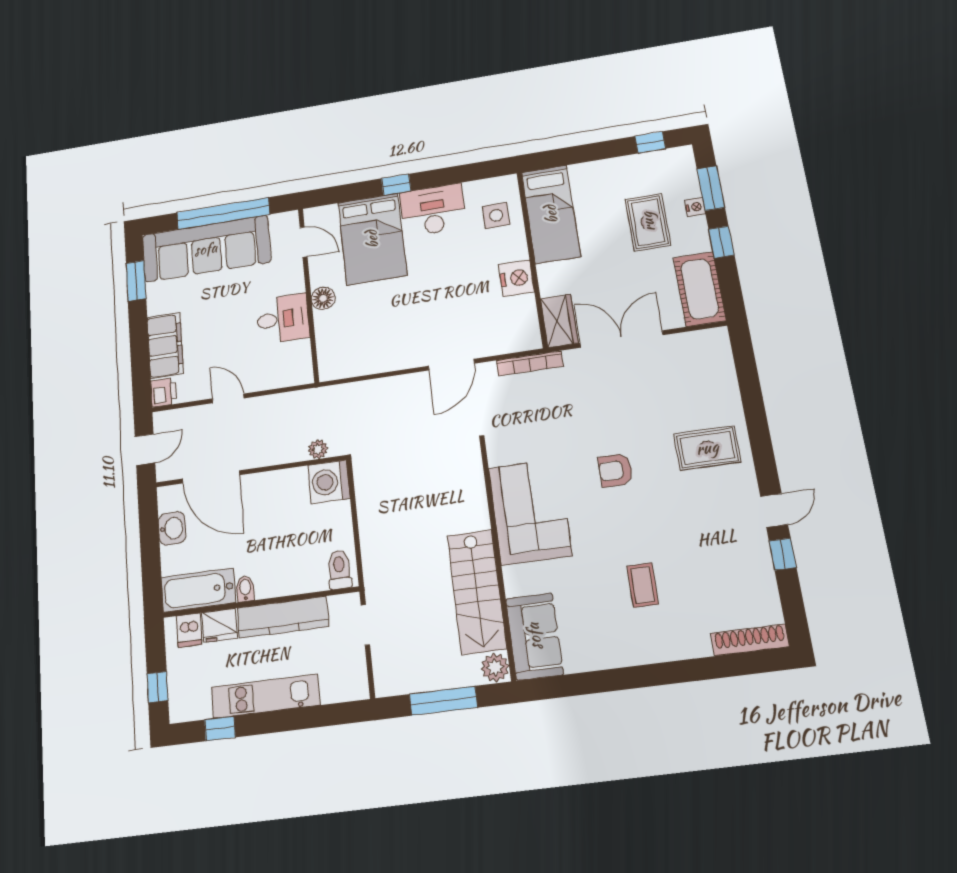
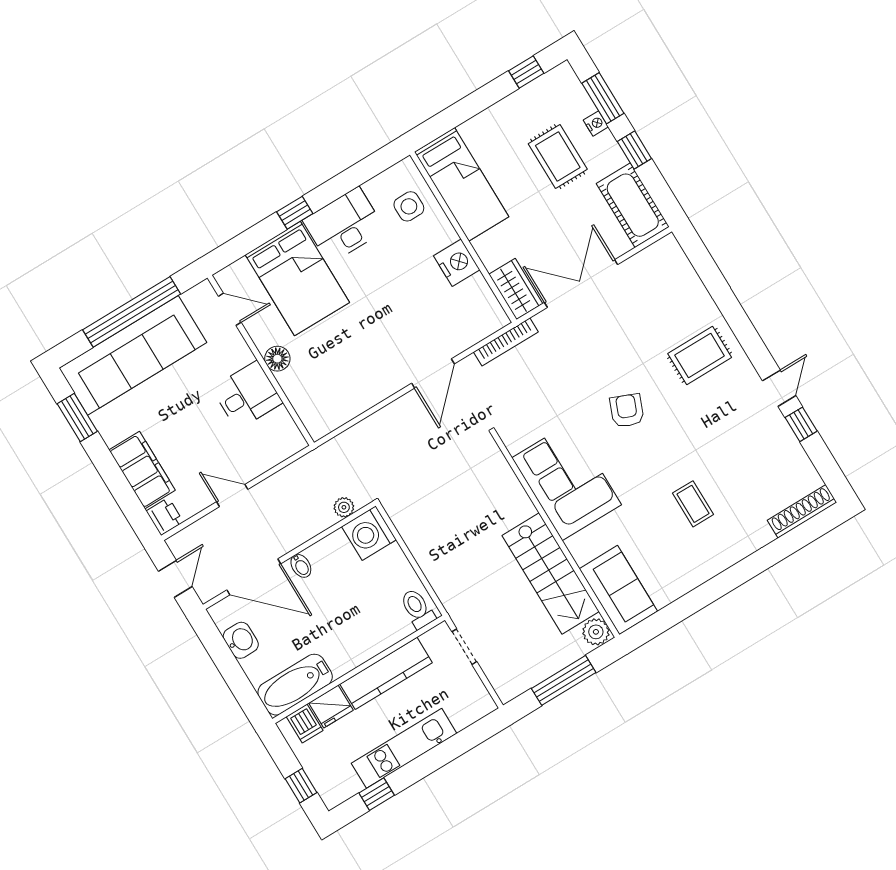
armchair: (615, 470) -> (627, 411), turned 112
bidet: (245, 589) -> (301, 566), moved, turned 180

